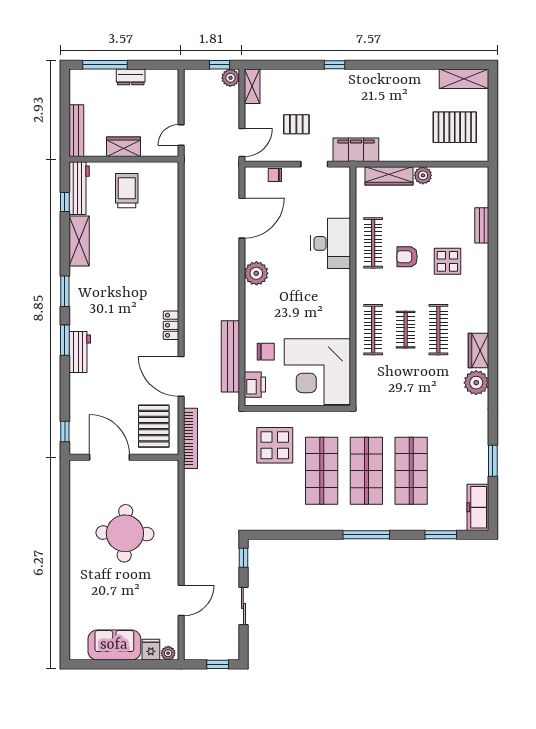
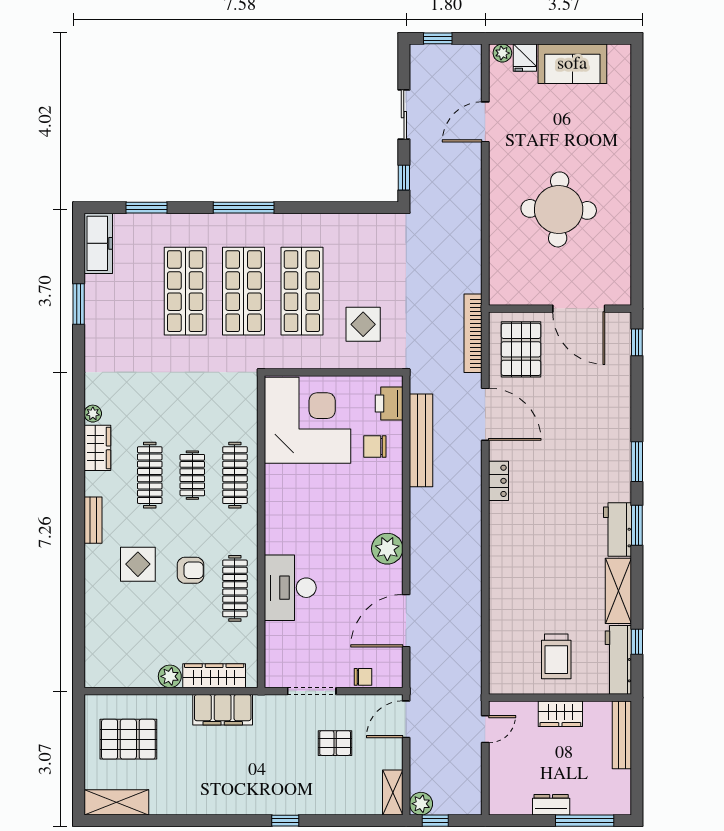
filing cabinet: (356, 150) -> (223, 710), moved
doorway: (314, 164) -> (312, 691), width x1.38
bench: (482, 225) -> (93, 520), moved
workbench: (80, 352) -> (618, 530), moved
plant: (476, 383) -> (93, 414), width x0.53, depth x0.53
display table: (275, 445) -> (363, 324), width x0.73, depth x0.73

